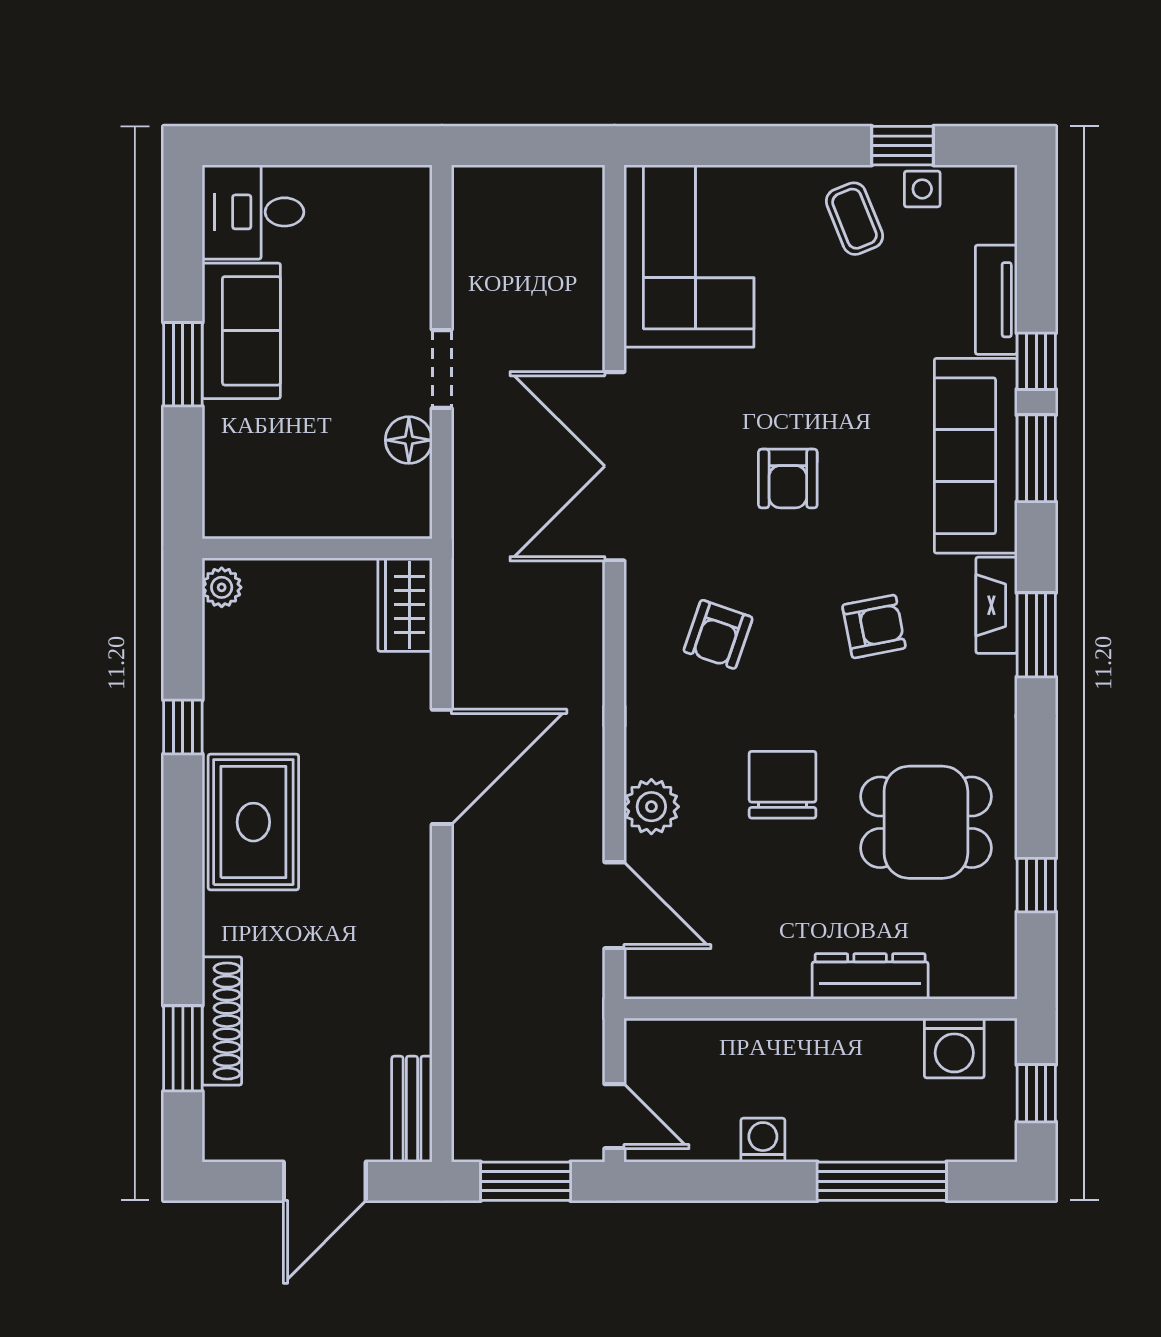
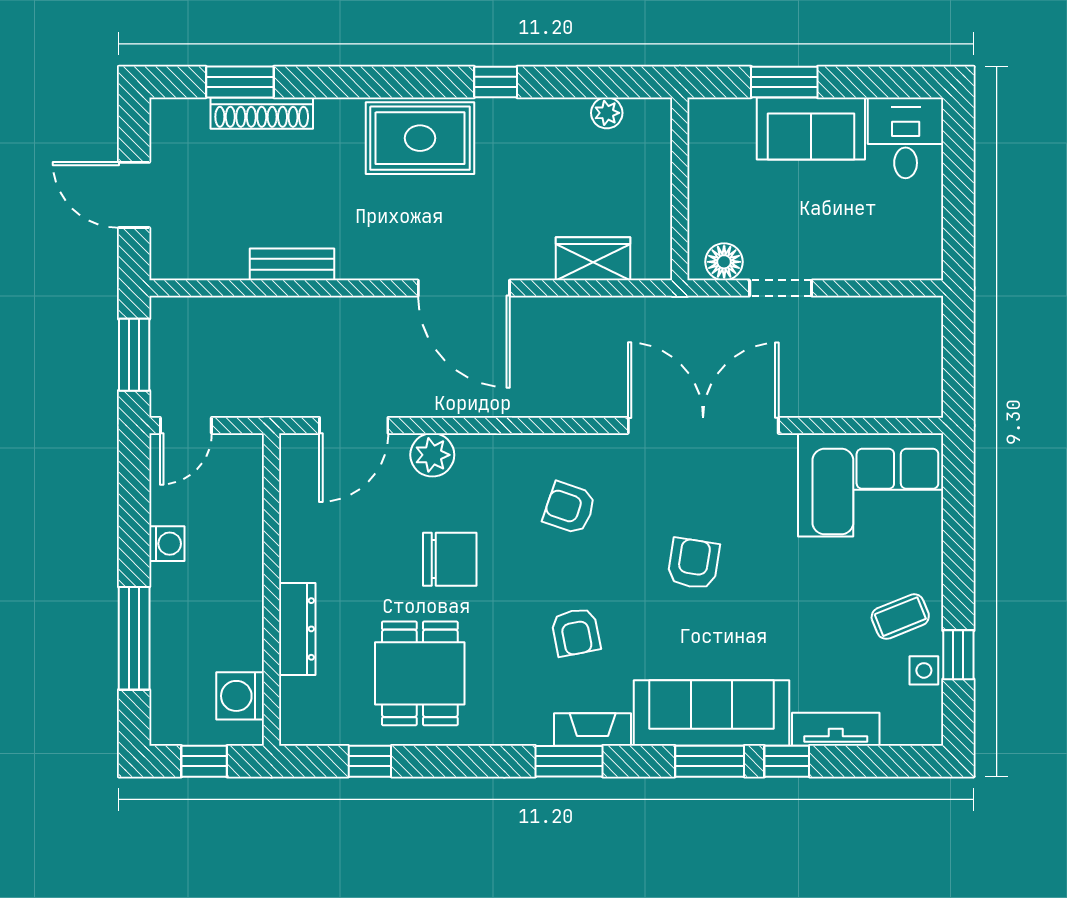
armchair: (788, 478) -> (693, 564), turned 99
wall: (317, 548) -> (680, 189), moved
bench: (412, 1109) -> (292, 264), moved

